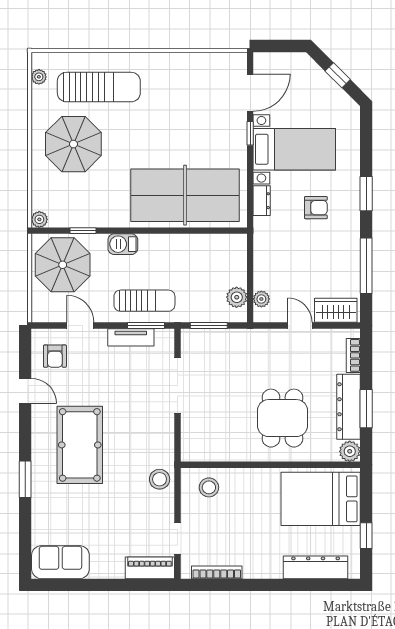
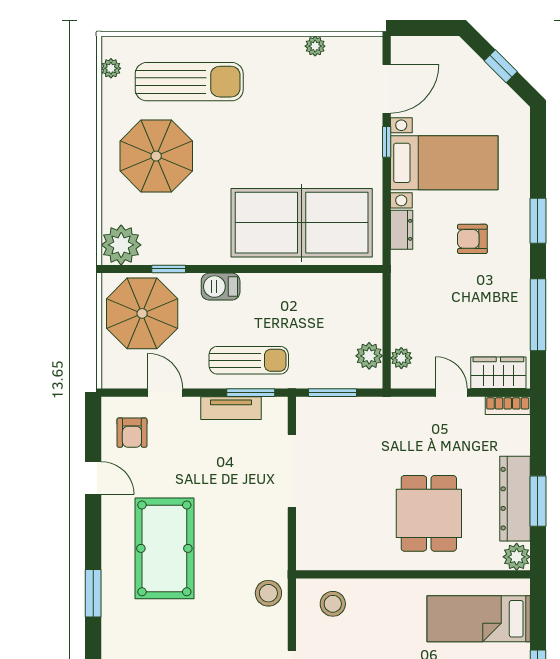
plant: (195, 60) -> (315, 46), added
armchair: (316, 208) -> (472, 239), turned 180
plant: (39, 219) -> (121, 245), width x1.87, depth x1.87
bookcase: (353, 355) -> (508, 406), moved, turned -90
bed: (321, 499) -> (479, 619), width x0.67

